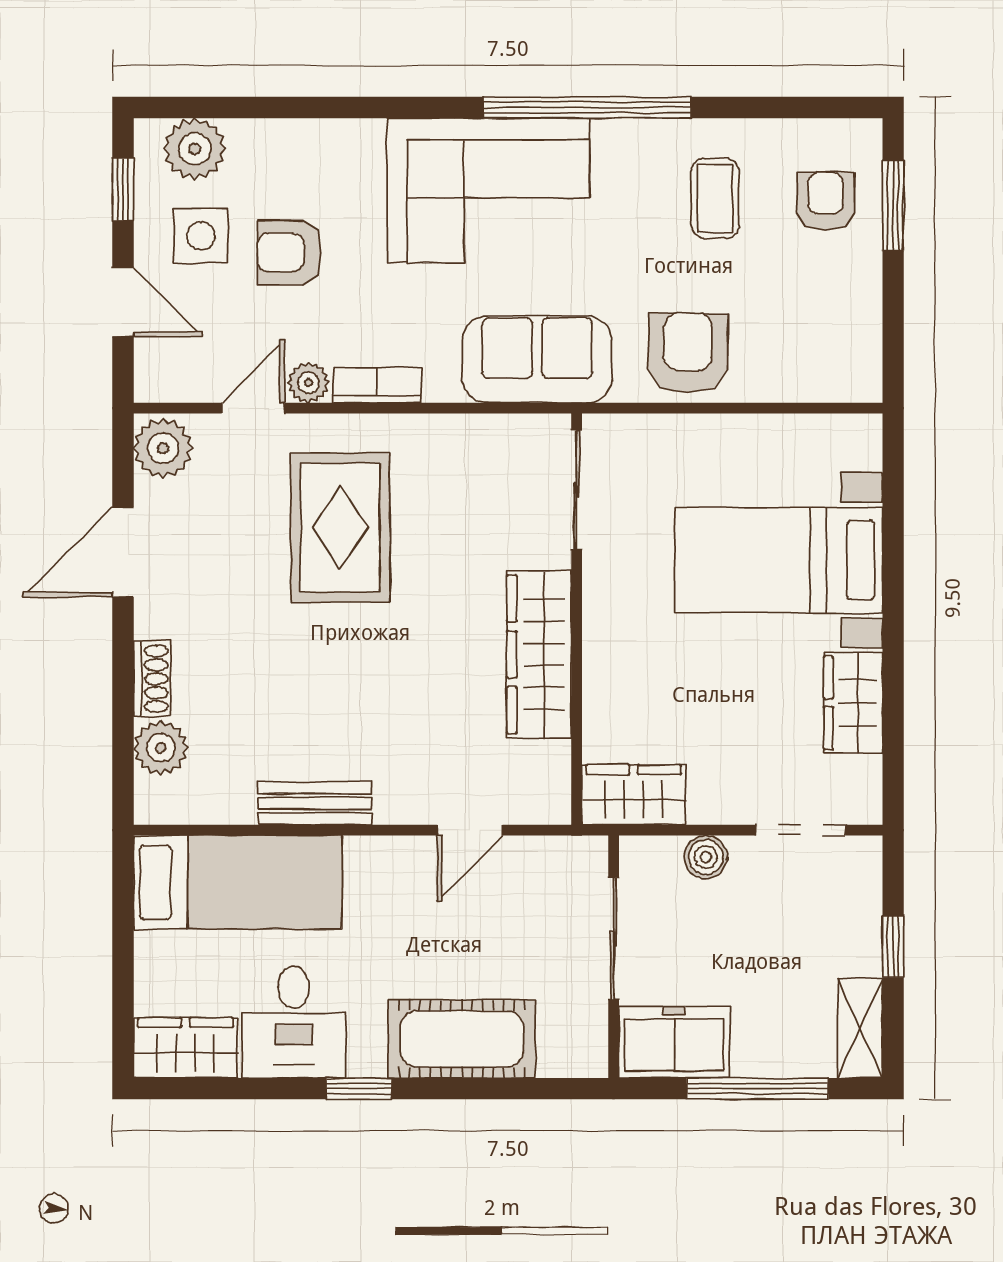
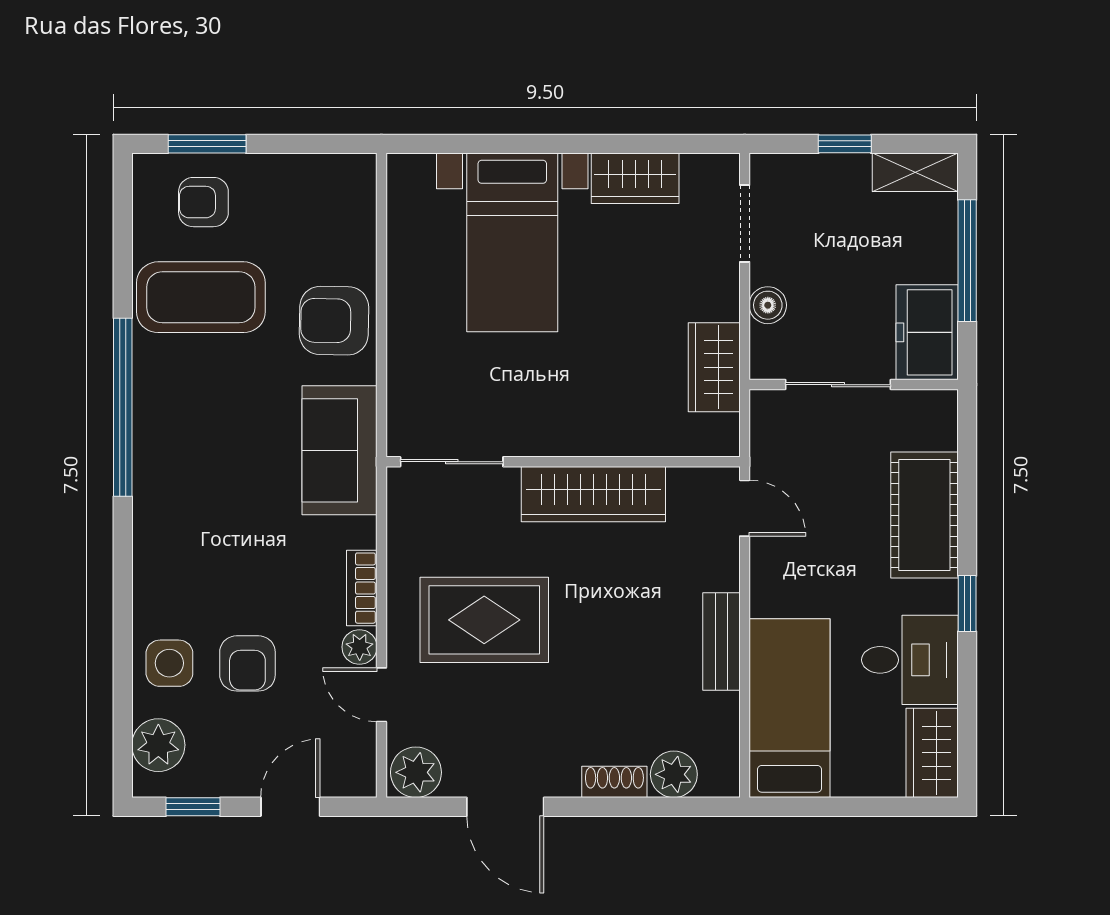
corner sofa: (488, 190) -> (194, 492), removed
coffee table: (715, 198) -> (201, 297), width x1.86, depth x1.72
side table: (201, 236) -> (169, 663), moved
sliding door: (577, 490) -> (452, 462), moved
wall: (577, 619) -> (563, 462), moved
wardrobe: (539, 654) -> (593, 494), moved

